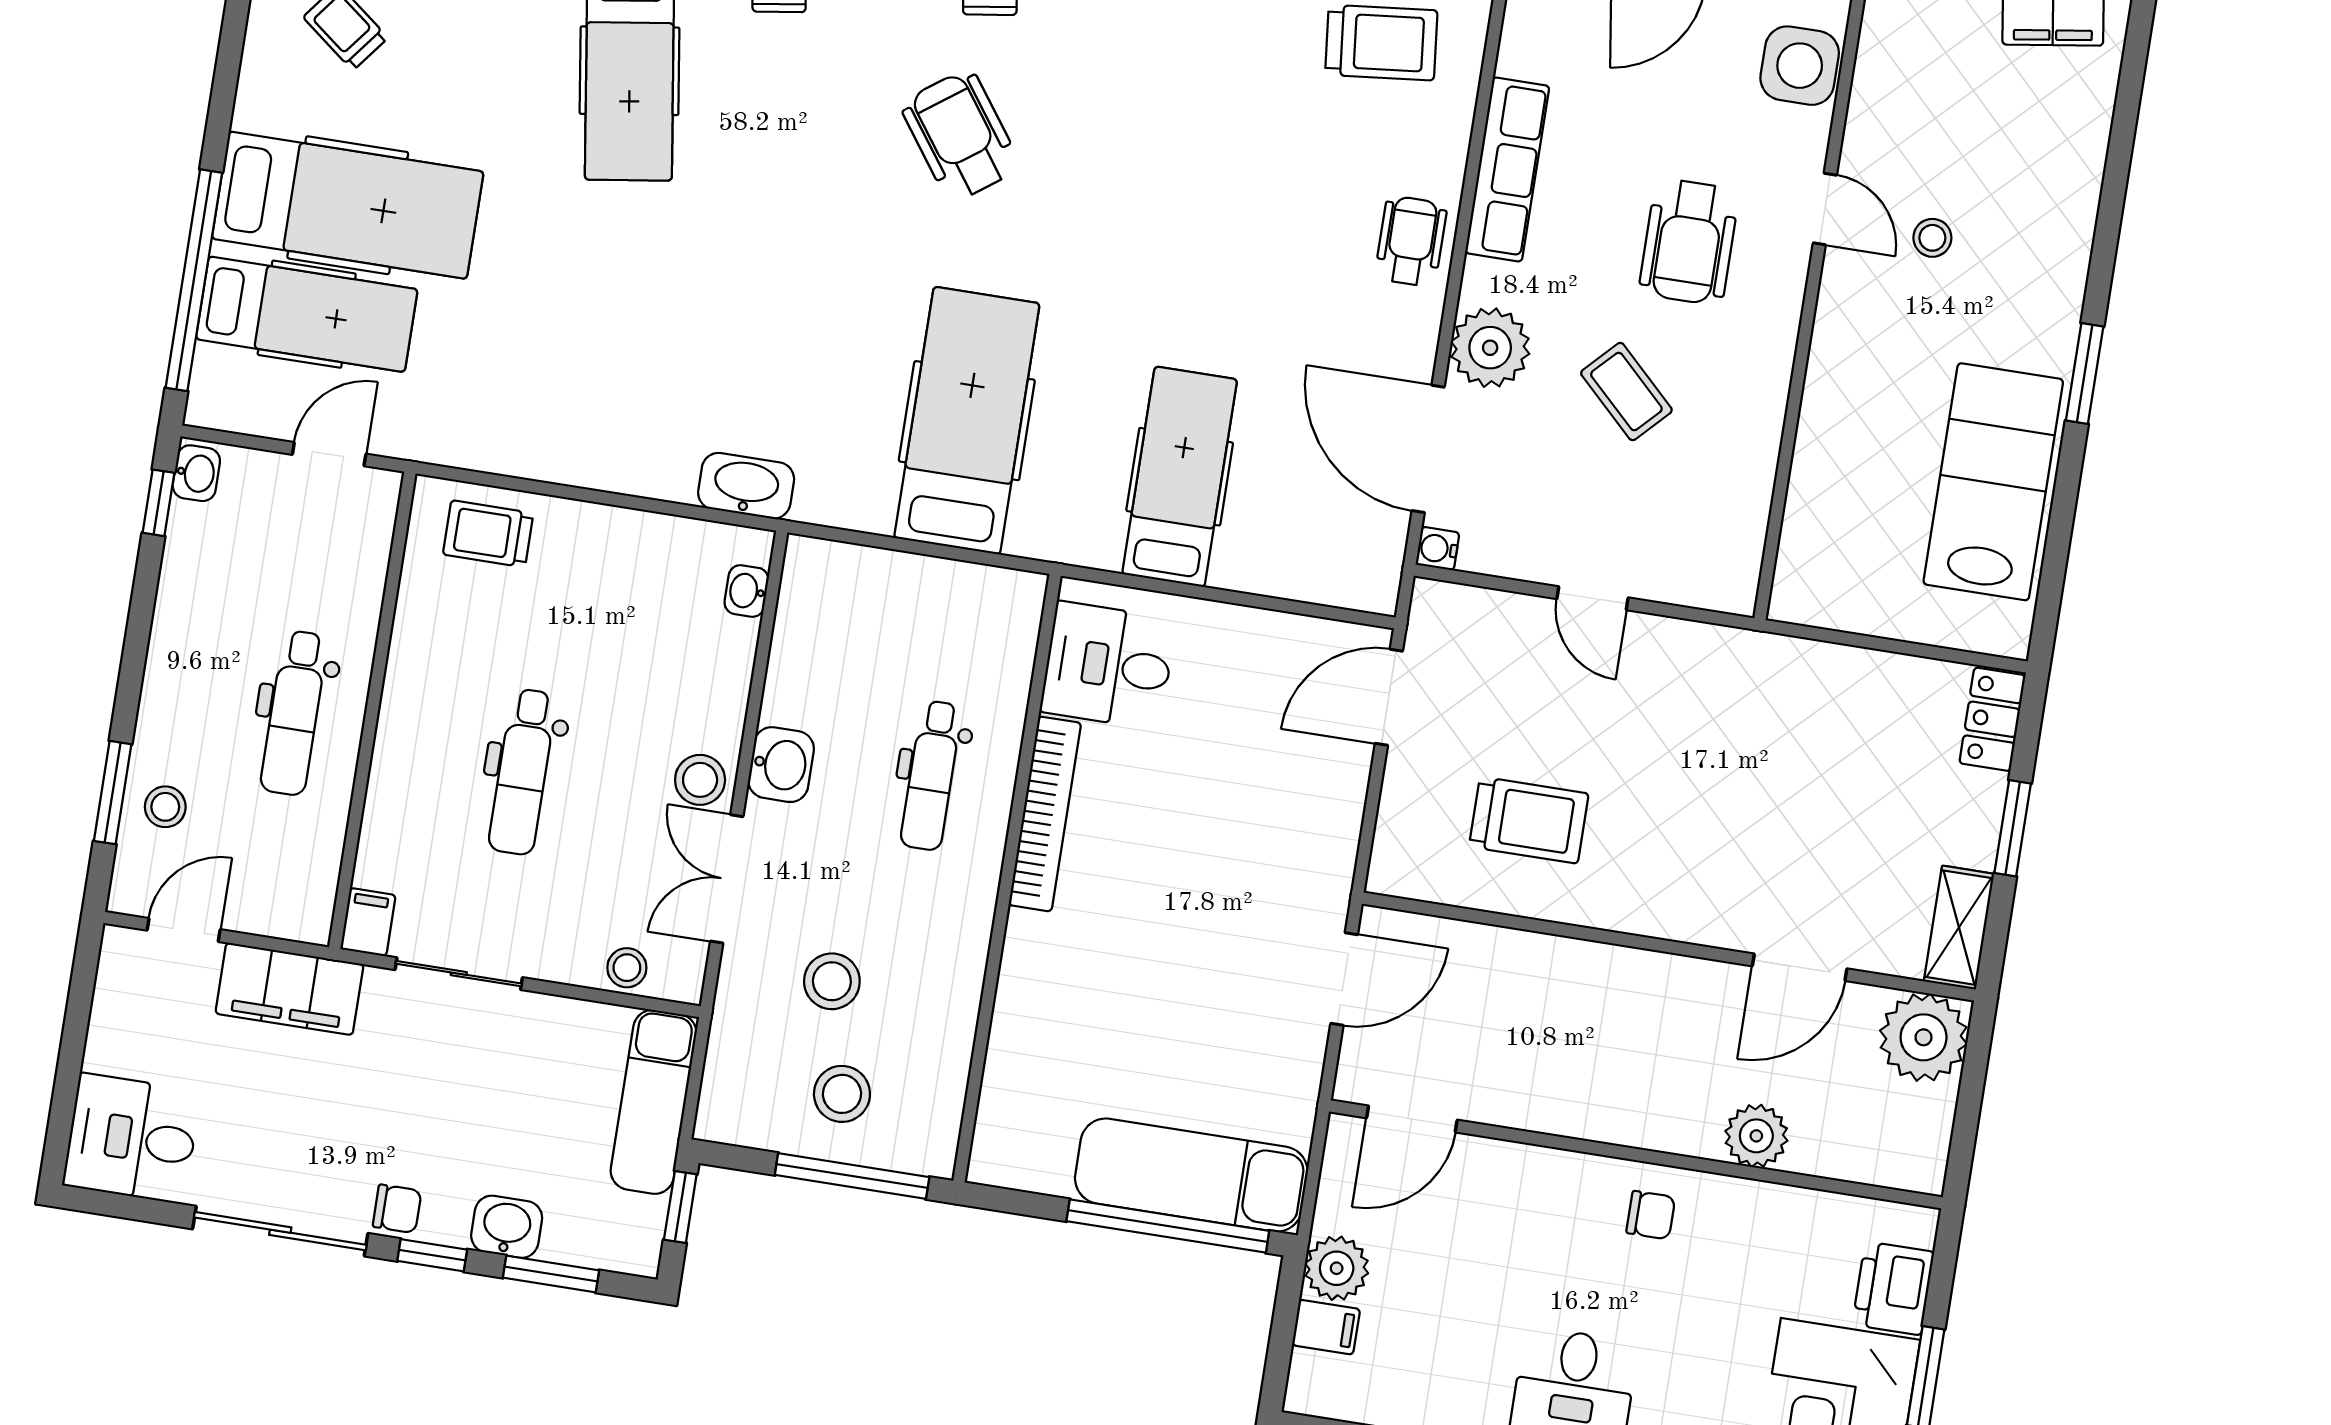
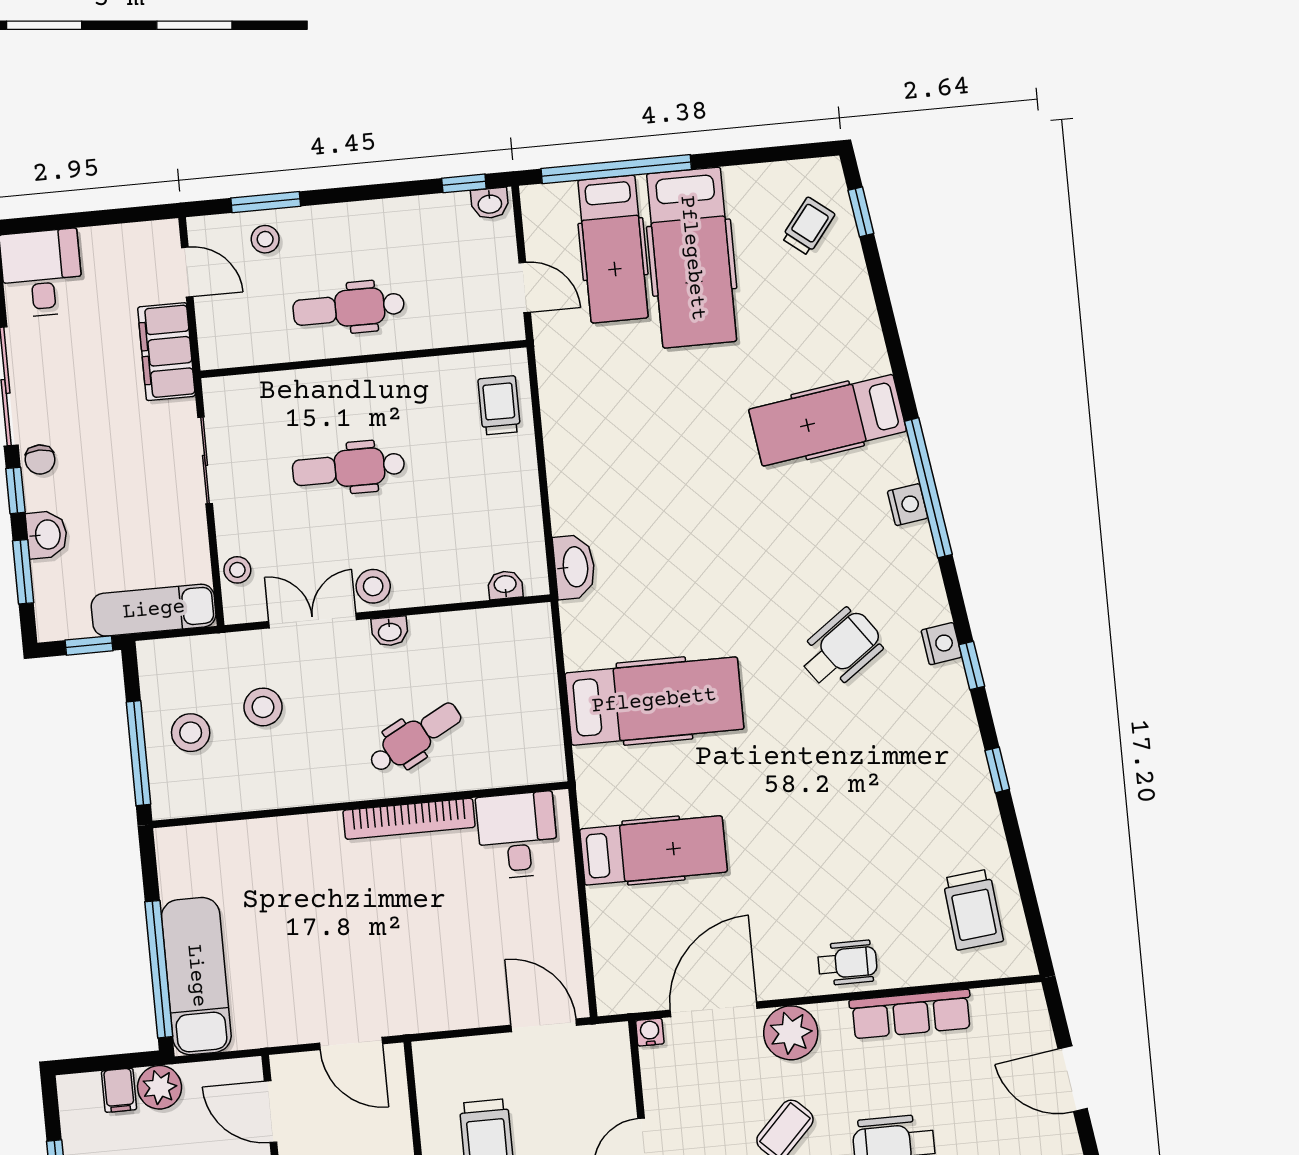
washbasin: (781, 765) -> (390, 631), width x0.72, depth x0.69
dental chair: (931, 775) -> (415, 737), turned 152
filing cabinet: (368, 922) -> (224, 392), removed

